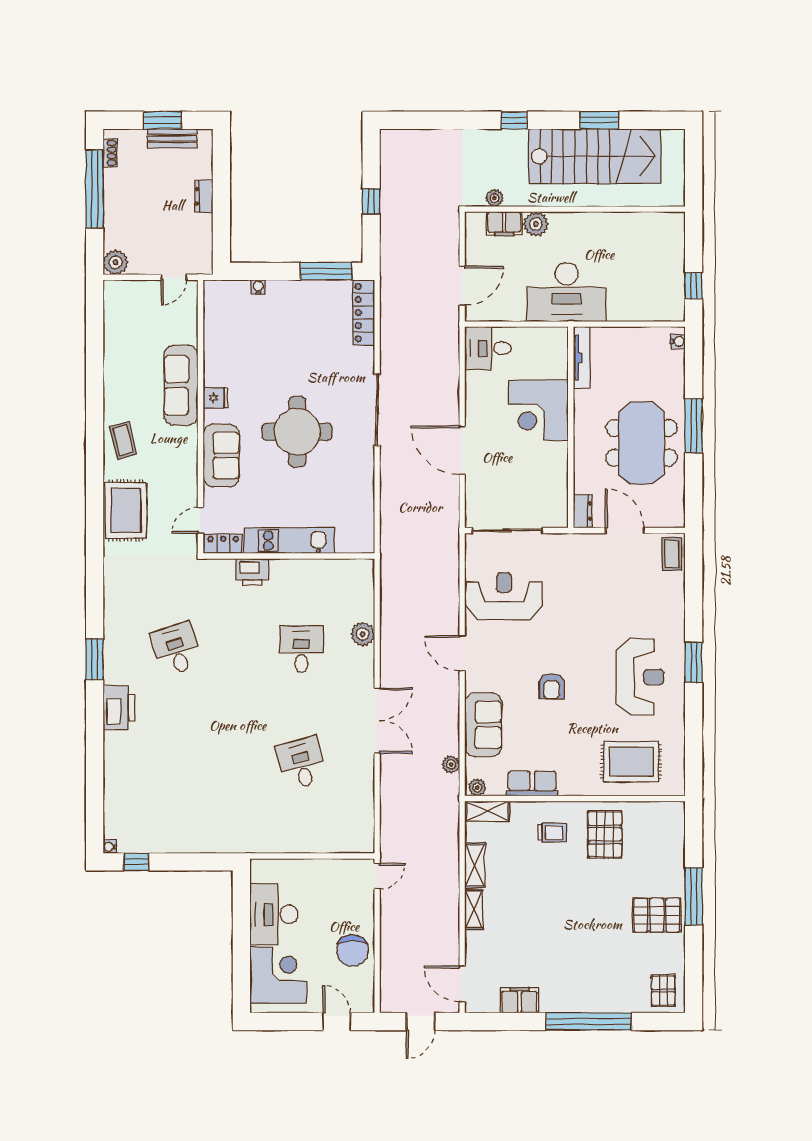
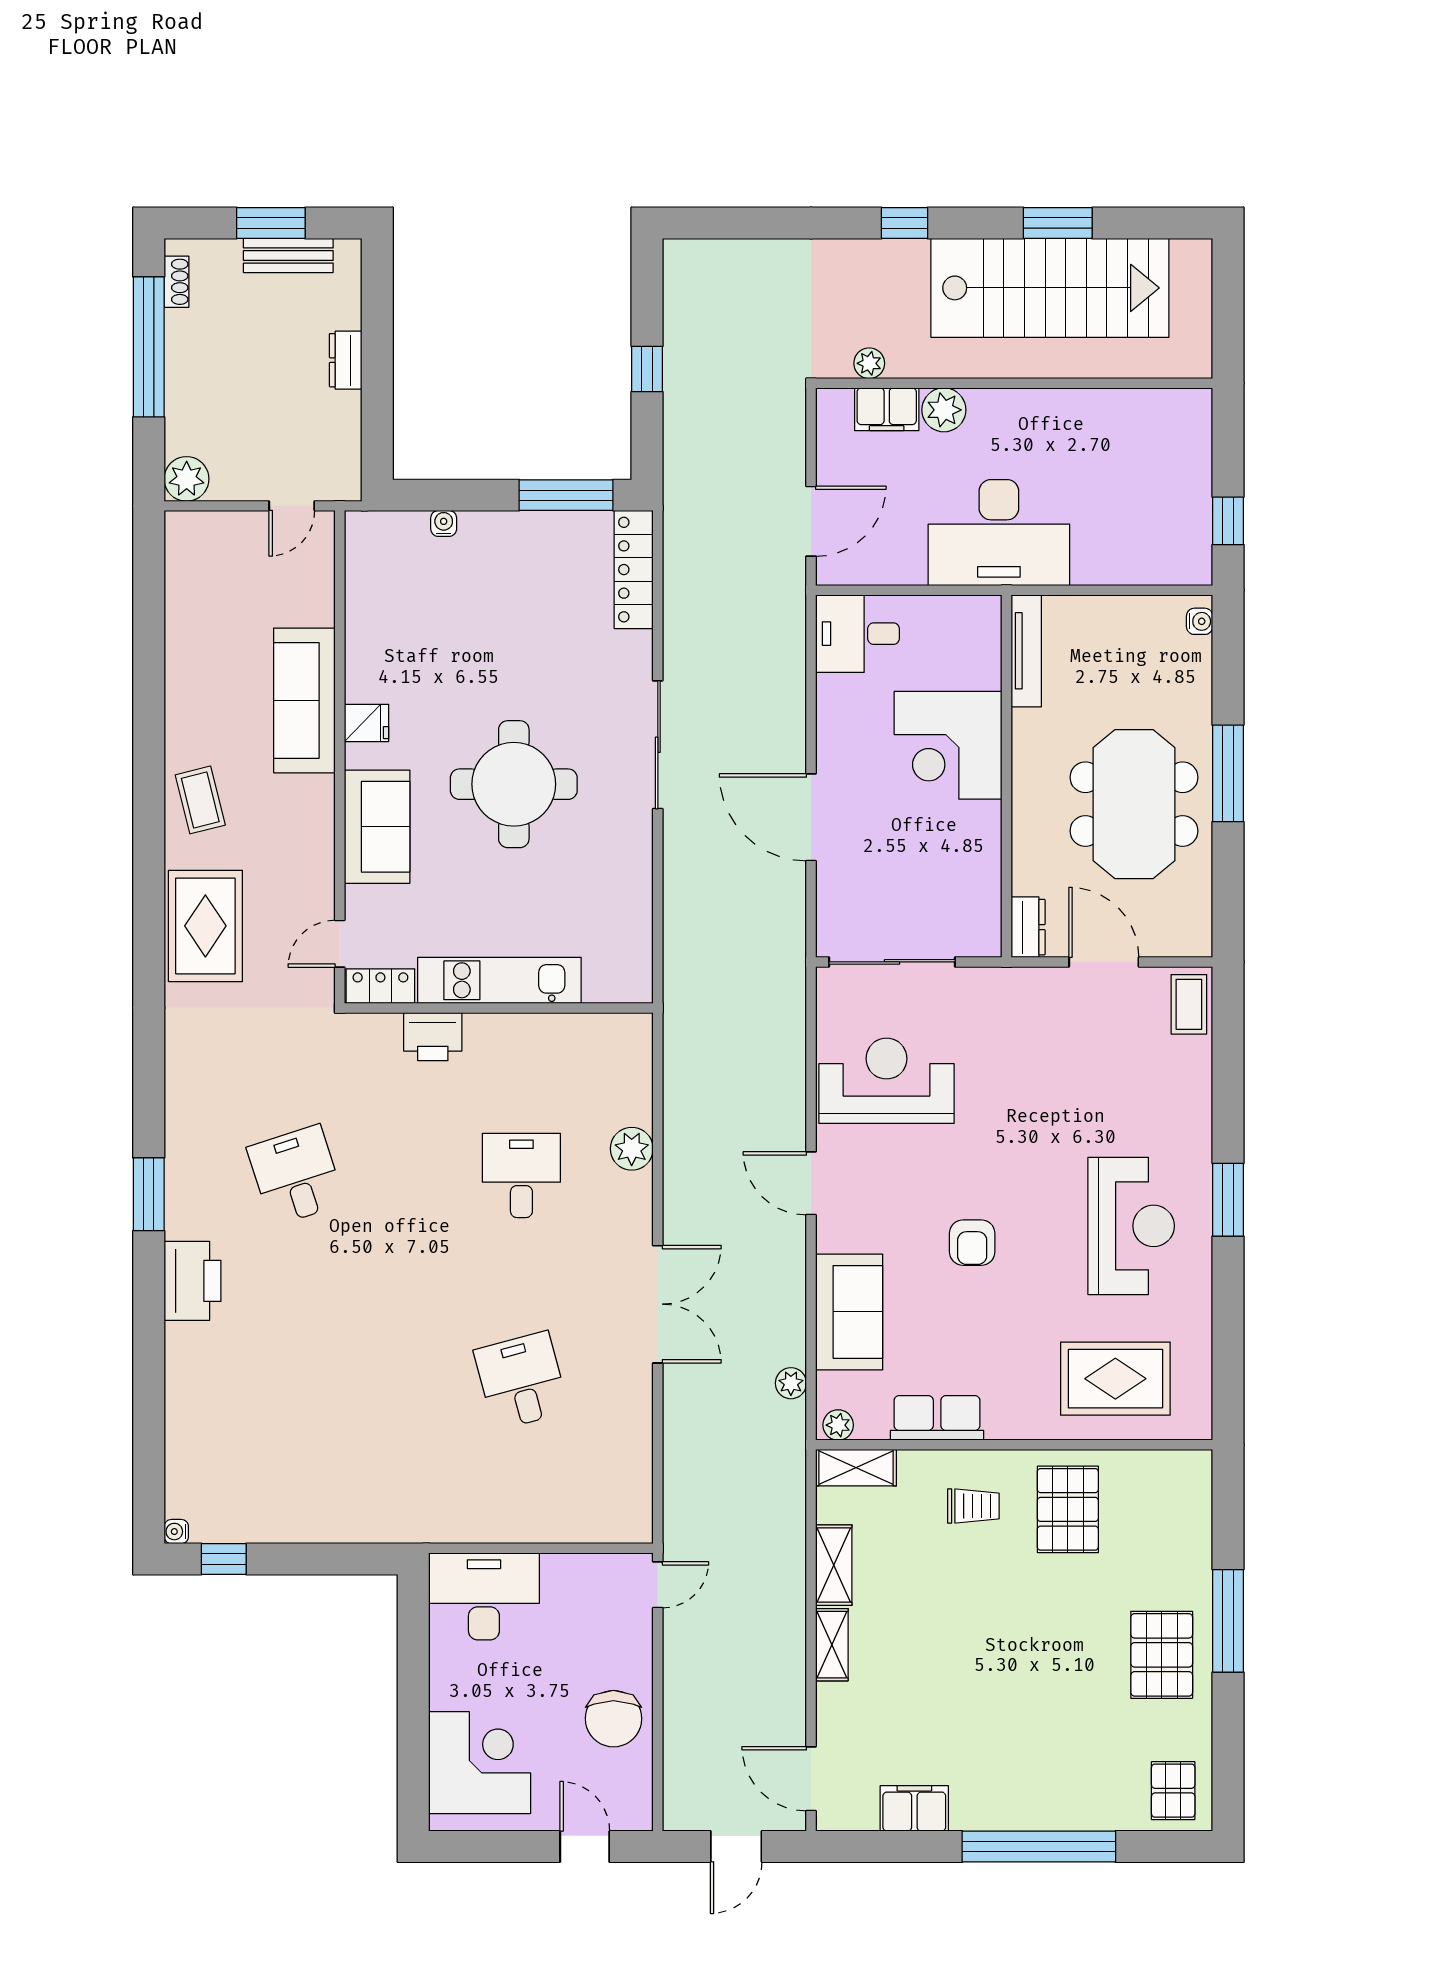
desk: (274, 914) -> (484, 1596), moved, turned 90
pallet: (657, 915) -> (1162, 1655), turned 90

